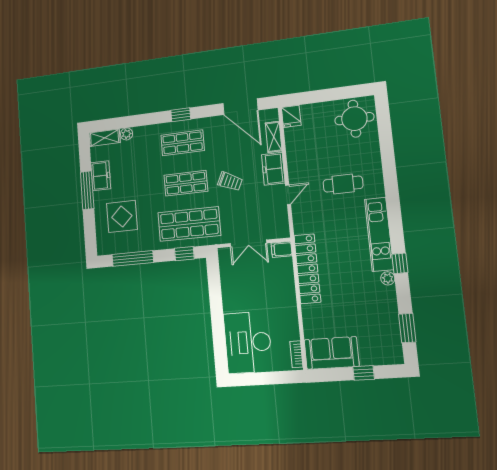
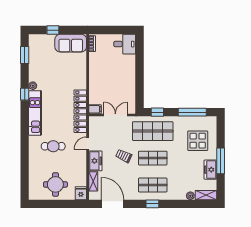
round table: (354, 119) -> (55, 184), moved
locker: (307, 269) -> (80, 111), moved
desk: (248, 342) -> (125, 44), width x0.53, depth x0.77

